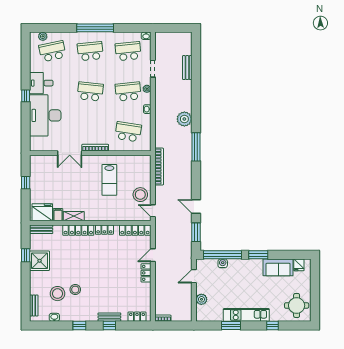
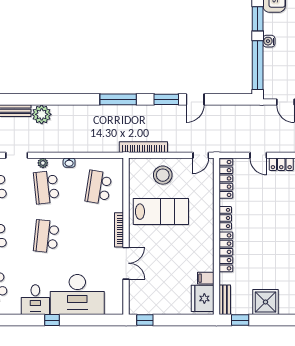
plant: (184, 119) -> (42, 114), moved
lab bench: (109, 180) -> (161, 212), width x1.36, depth x1.39
window: (26, 183) -> (145, 320), moved
stool: (140, 195) -> (163, 175), moved
shelving: (74, 216) -> (208, 258), removed
window: (196, 232) -> (166, 99), moved
window: (26, 255) -> (240, 320), moved
water cooler: (223, 263) -> (269, 41), moved

